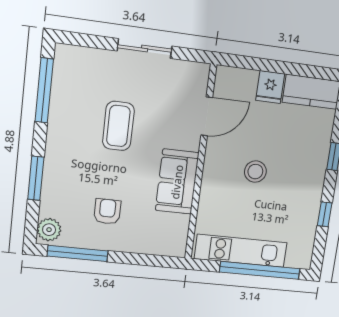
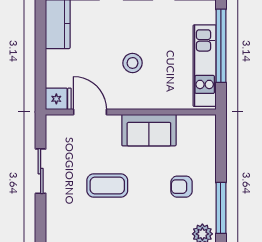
fridge: (270, 87) -> (58, 99), moved

